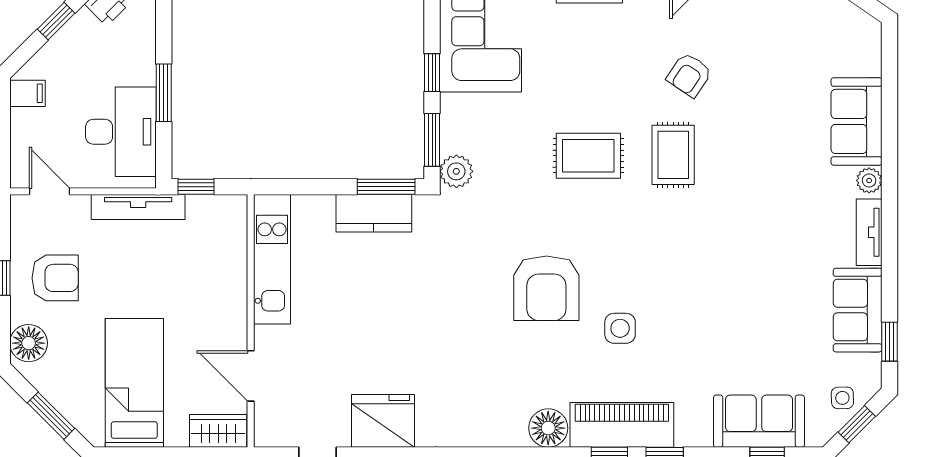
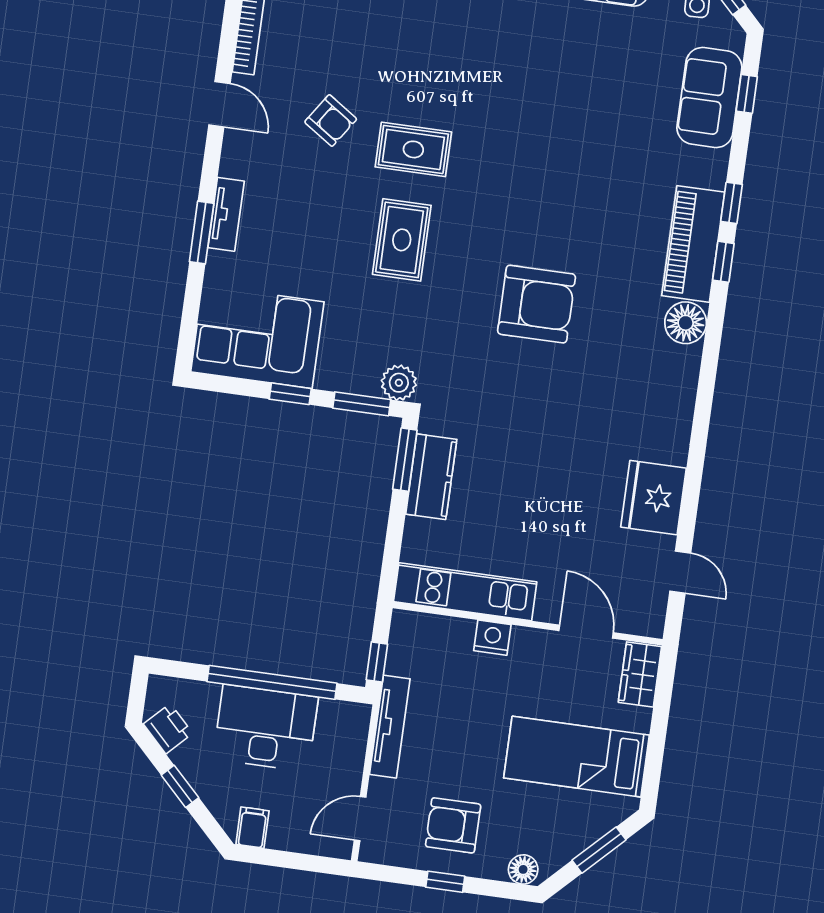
window: (164, 93) -> (272, 682), width x2.11
desk: (121, 132) -> (266, 728), moved
armchair: (55, 278) -> (453, 825), turned -90
nightstand: (233, 290) -> (492, 638), added
side table: (620, 328) -> (590, 232), removed
floor lamp: (29, 343) -> (523, 869), width x0.73, depth x0.73
door: (251, 376) -> (586, 632), swing flipped

